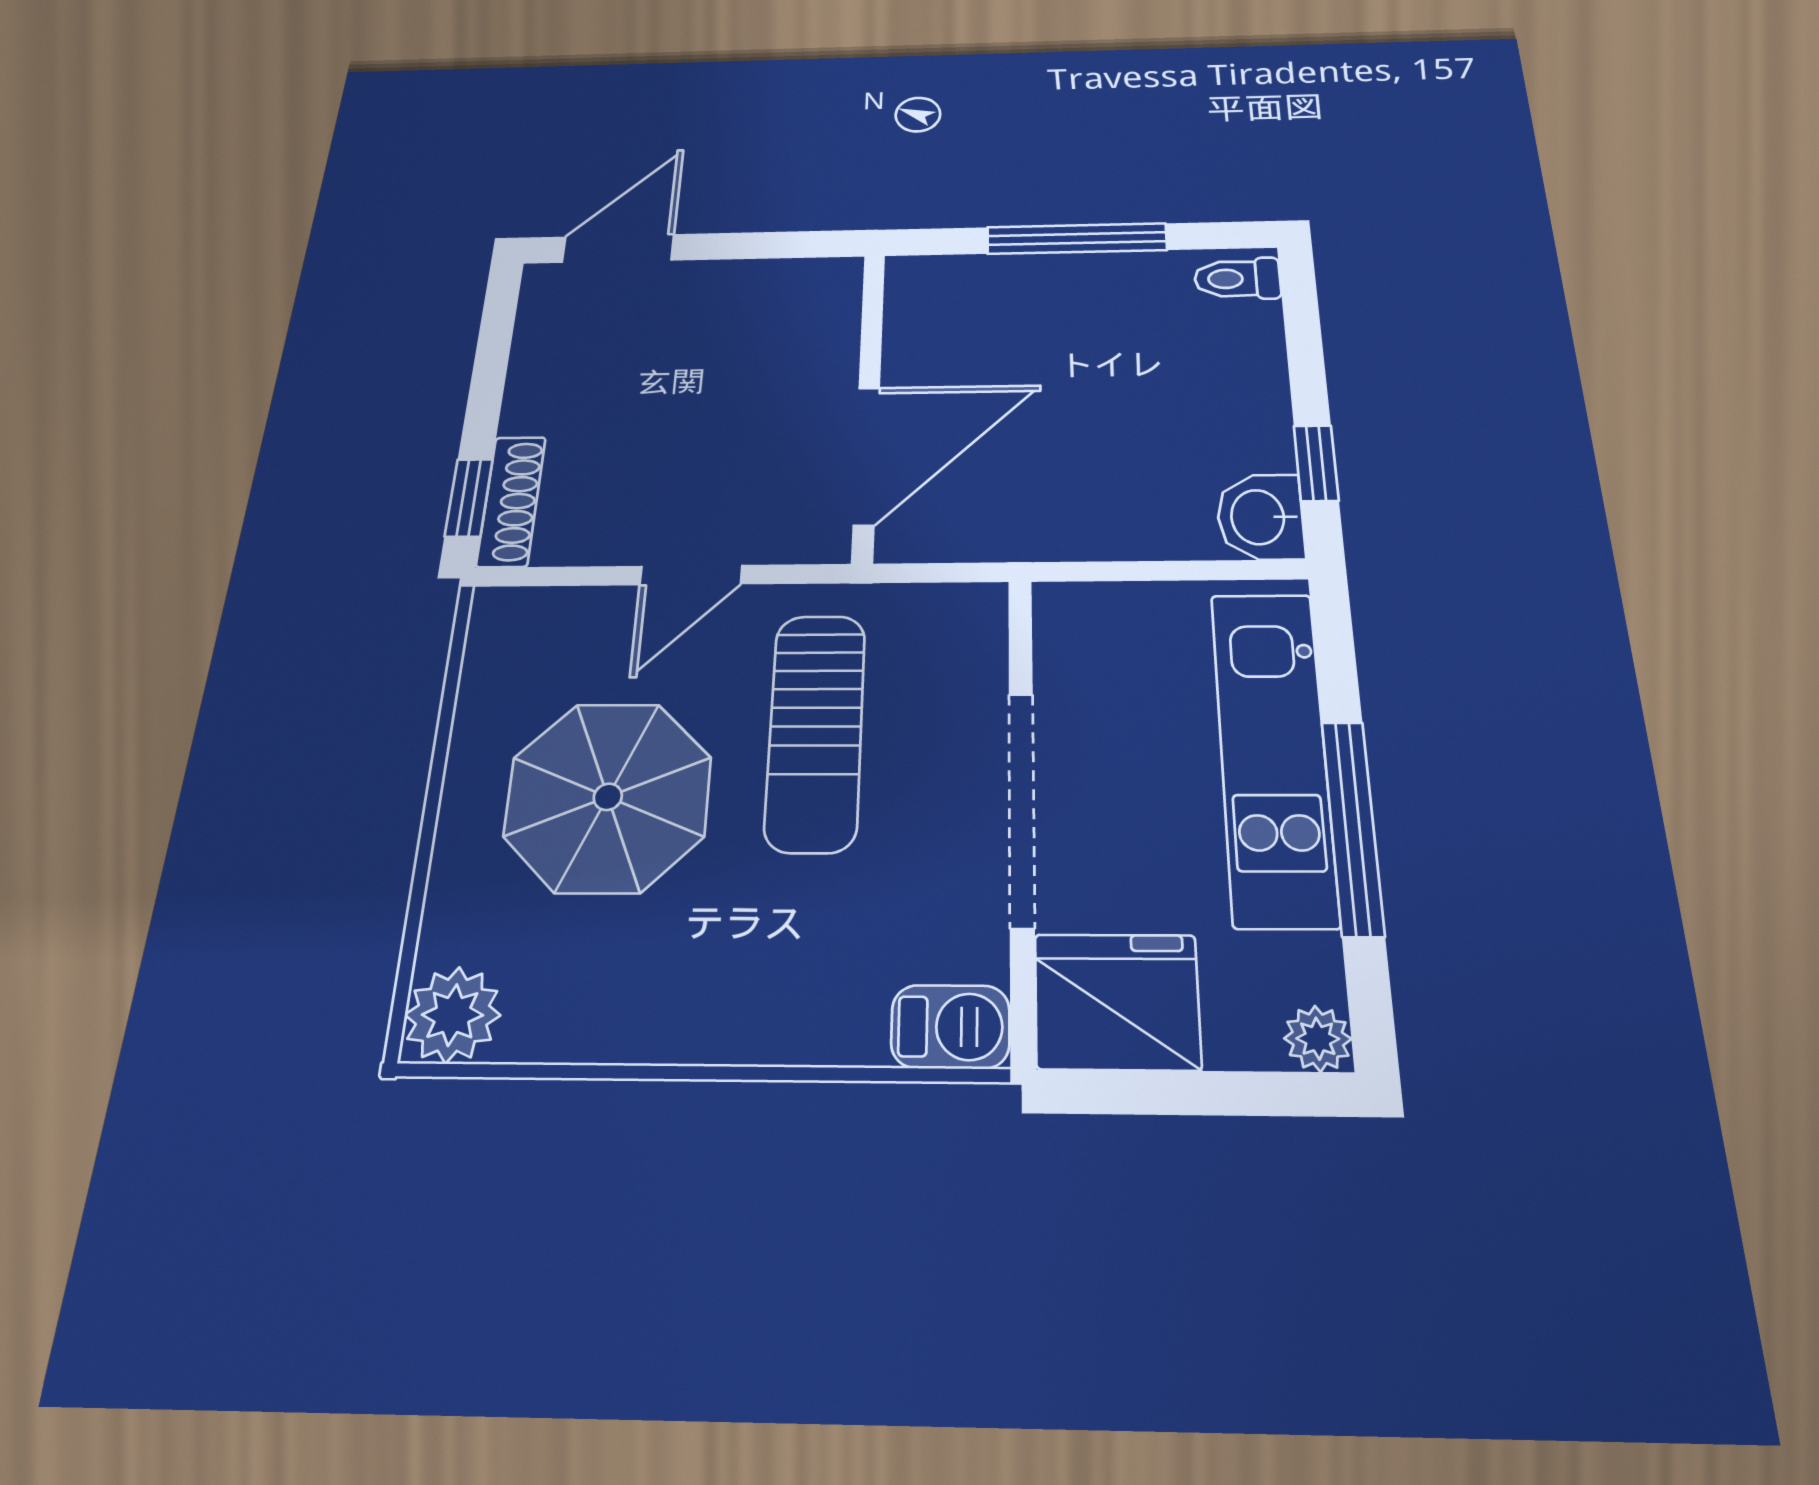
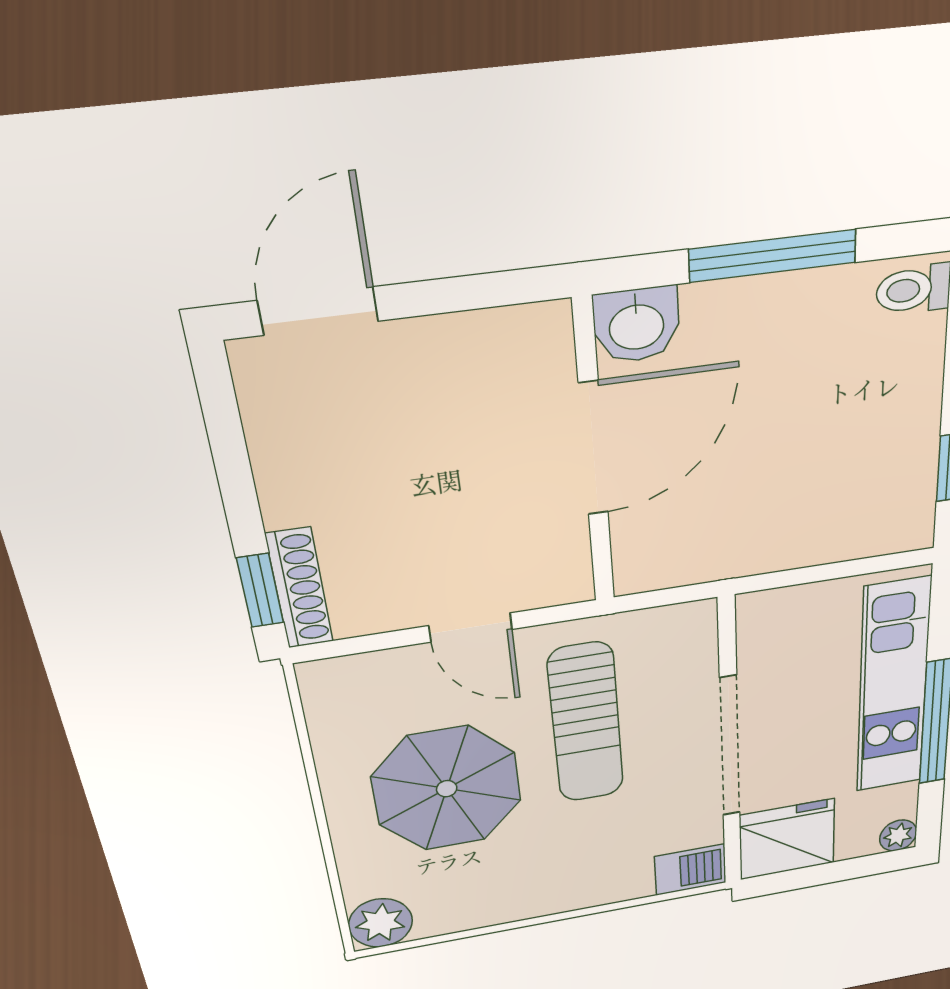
door: (866, 456) -> (593, 449), moved
washbasin: (1260, 517) -> (636, 325), moved, turned -90
door: (691, 575) -> (471, 627), hinge flipped

